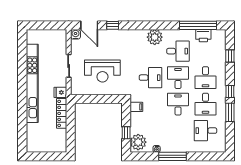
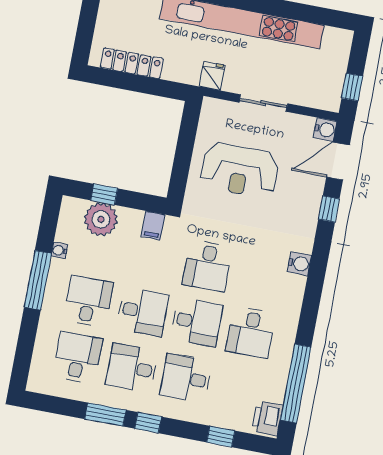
window: (53, 25) -> (352, 87), added
water cooler: (141, 34) -> (299, 264), added
printer: (203, 36) -> (267, 418), moved
plant: (155, 37) -> (289, 290), removed
reception desk: (102, 71) -> (240, 170), turned -90
locker: (62, 113) -> (132, 63), moved
desk: (178, 131) -> (88, 301), added
plant: (138, 142) -> (101, 219), moved

